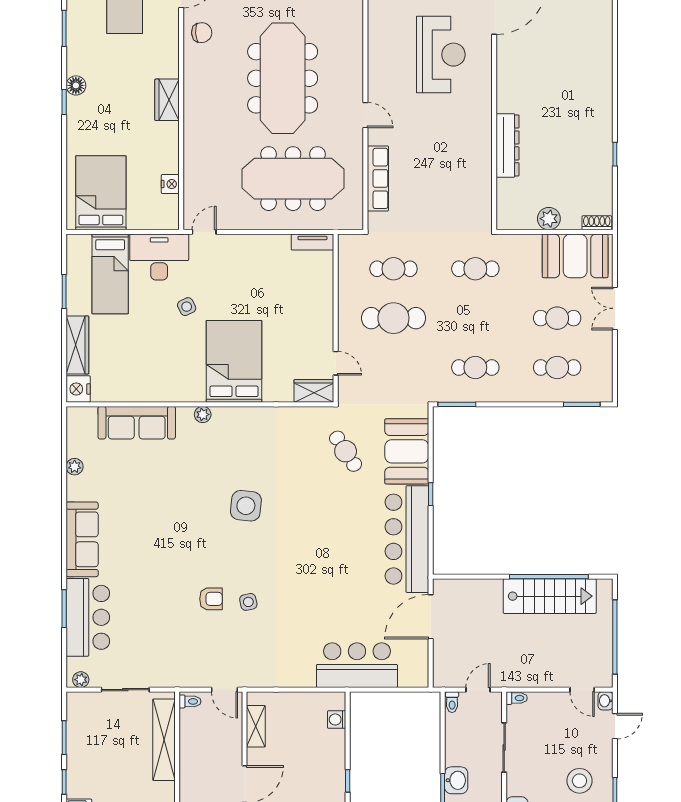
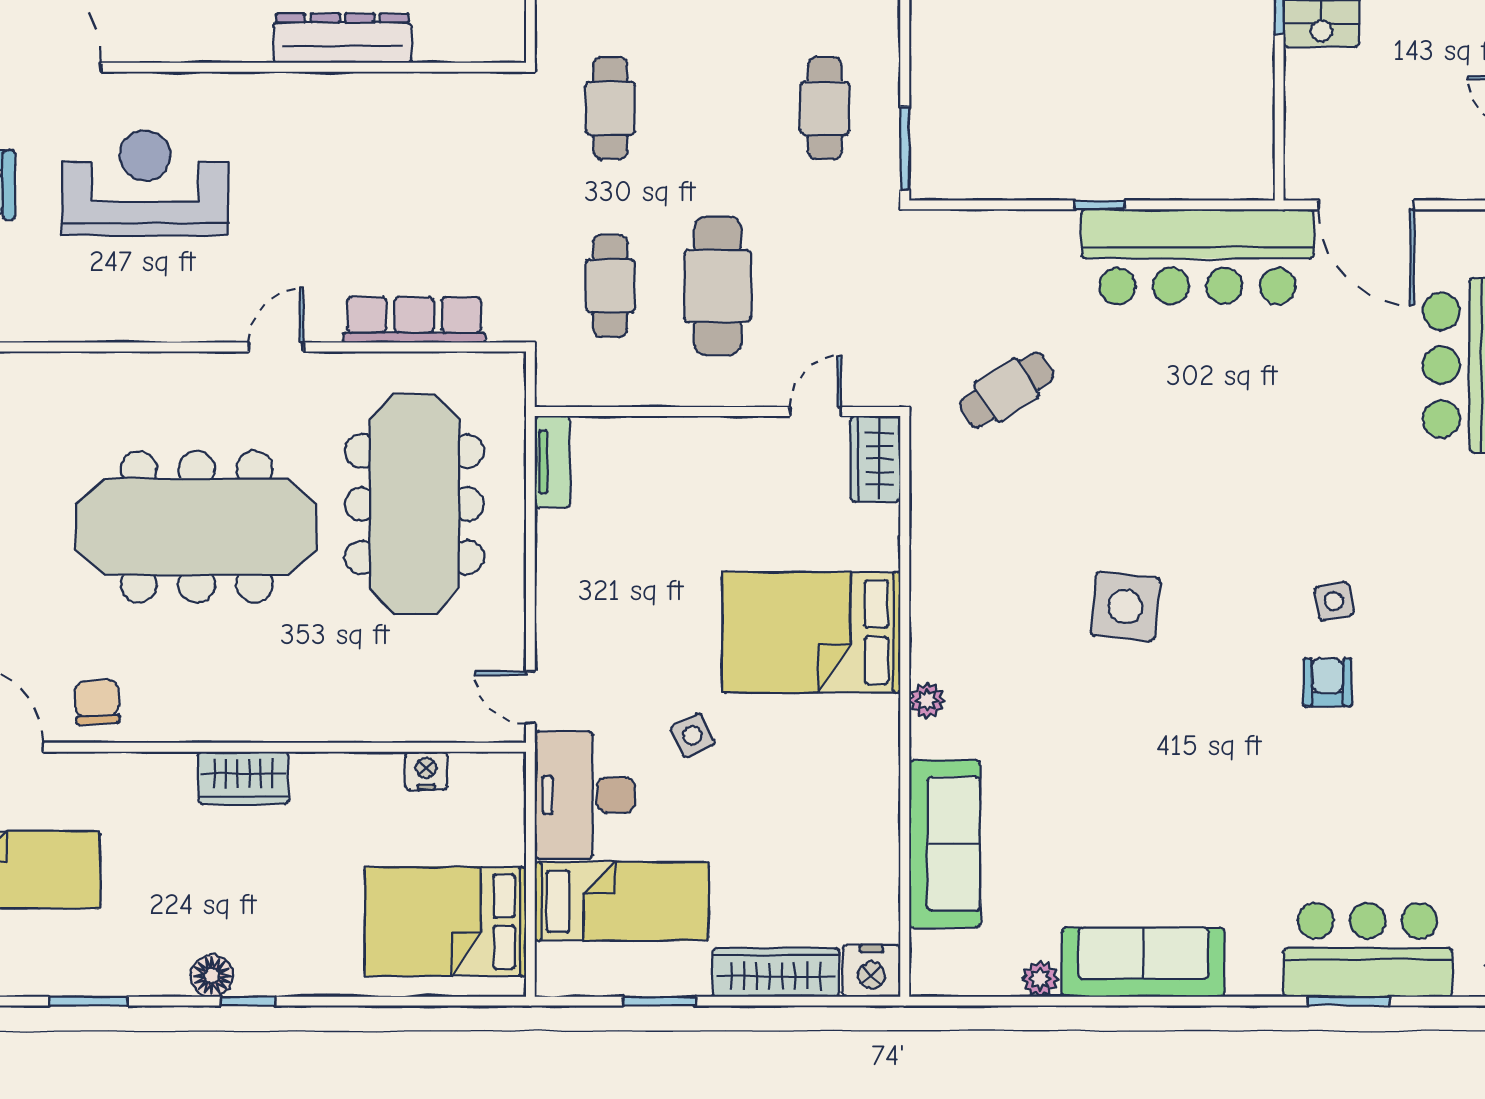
booth: (407, 451) -> (1007, 257), removed
sofa: (82, 539) -> (1143, 962), moved

